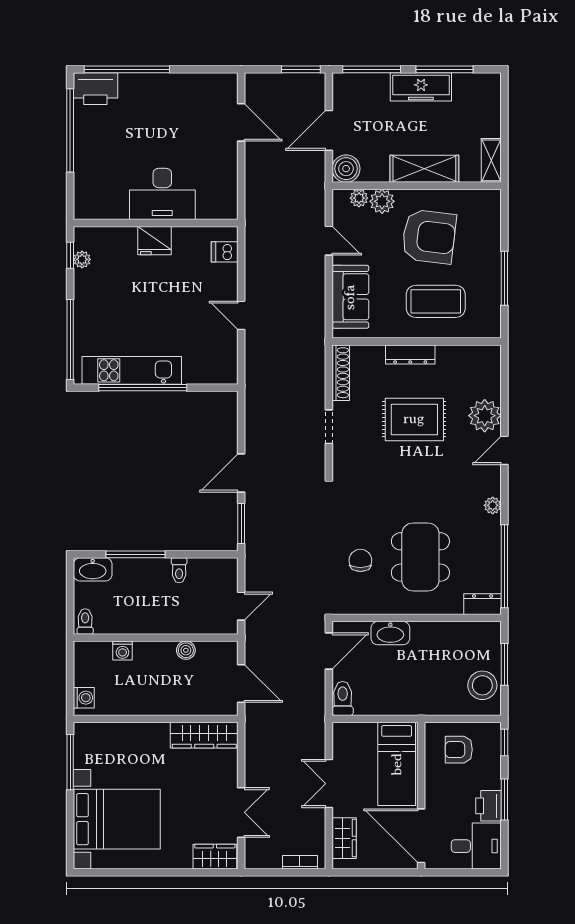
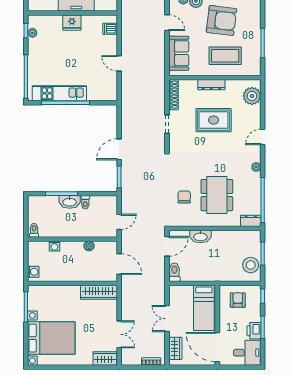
plant: (485, 416) -> (252, 96), moved
washbasin: (93, 569) -> (70, 202), moved
armchair: (459, 750) -> (238, 300), turned 90

